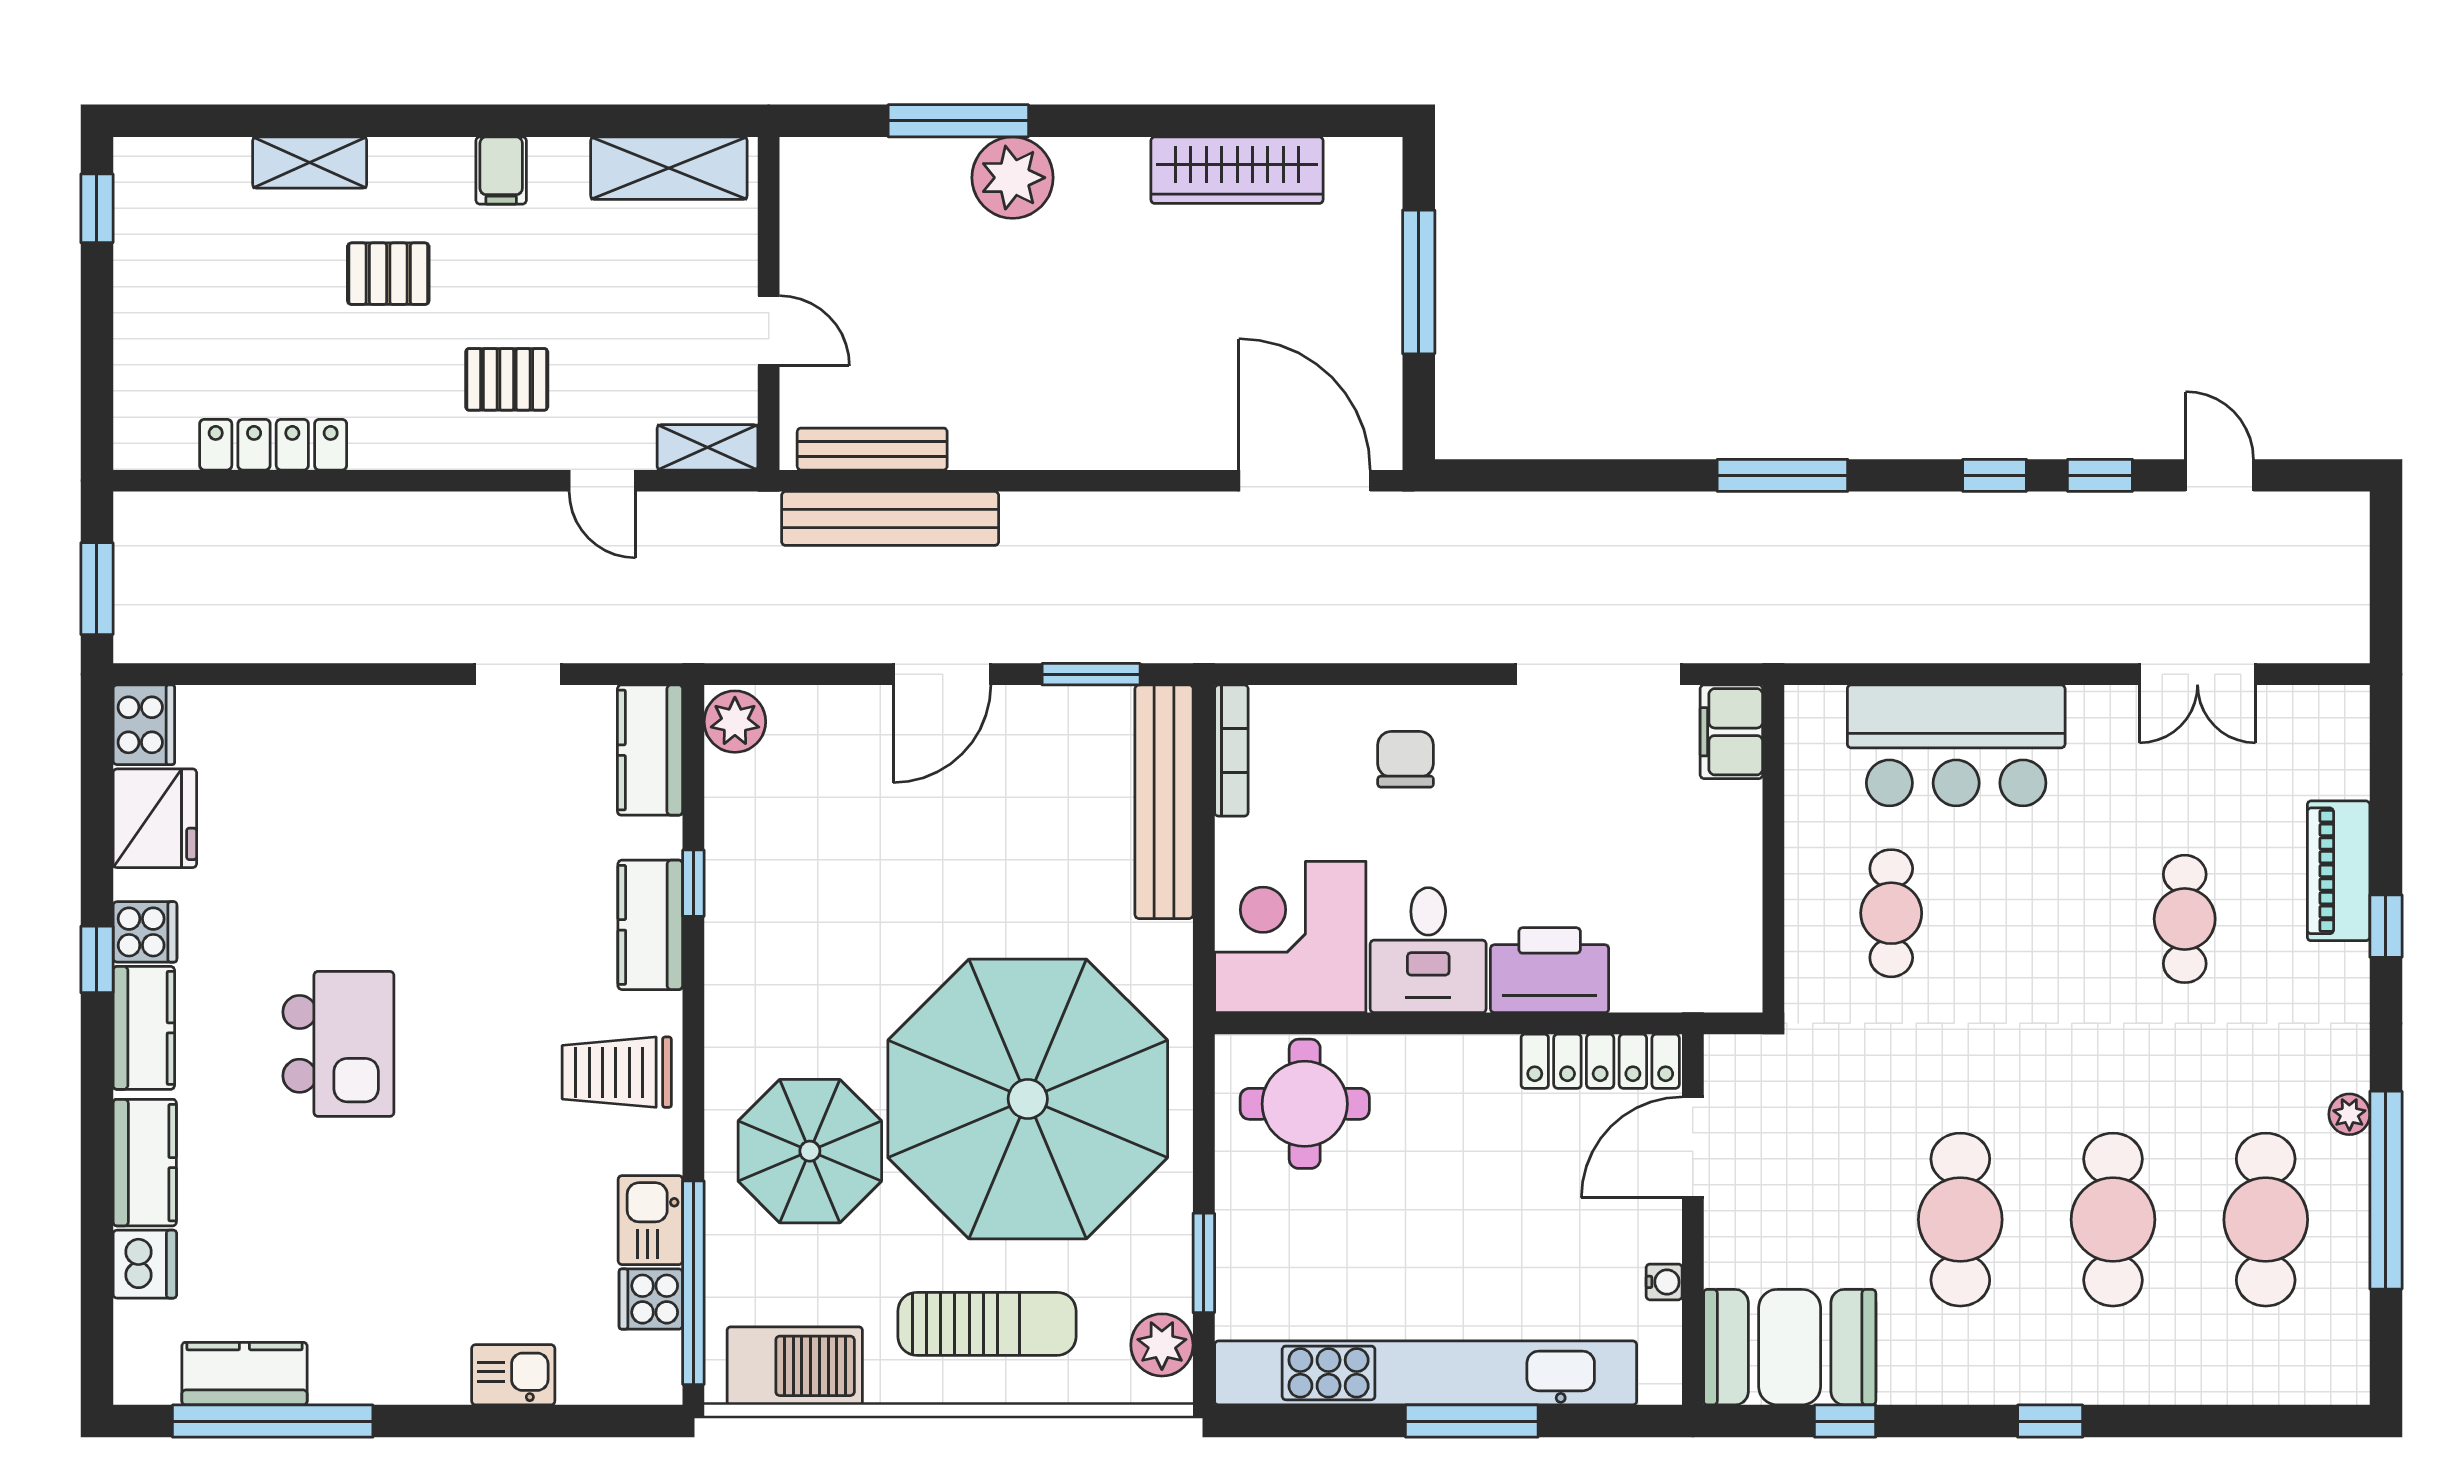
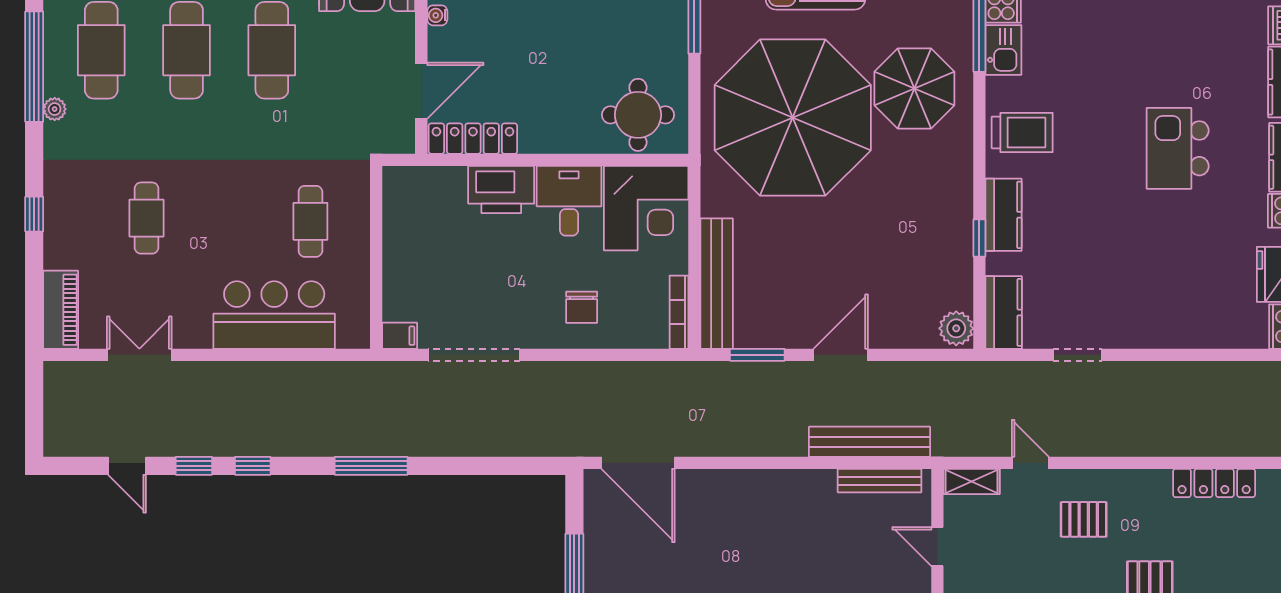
filing cabinet: (1731, 732) -> (400, 336), width x0.50
piano: (2339, 871) -> (61, 310), moved

